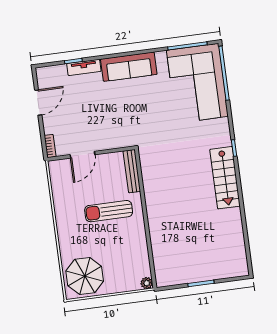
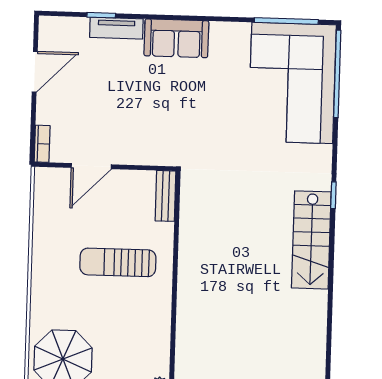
sofa: (129, 67) -> (176, 38), width x0.73
bench: (132, 171) -> (166, 196), width x0.73

